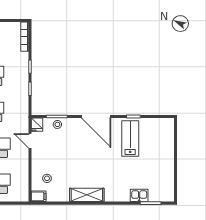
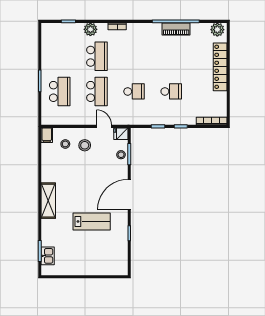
lab bench: (130, 139) -> (92, 221), moved
door: (30, 141) -> (104, 126), hinge flipped
stool: (48, 160) -> (85, 145), added
shelving: (87, 195) -> (48, 201), moved
kitchen sink: (139, 195) -> (48, 256), moved

